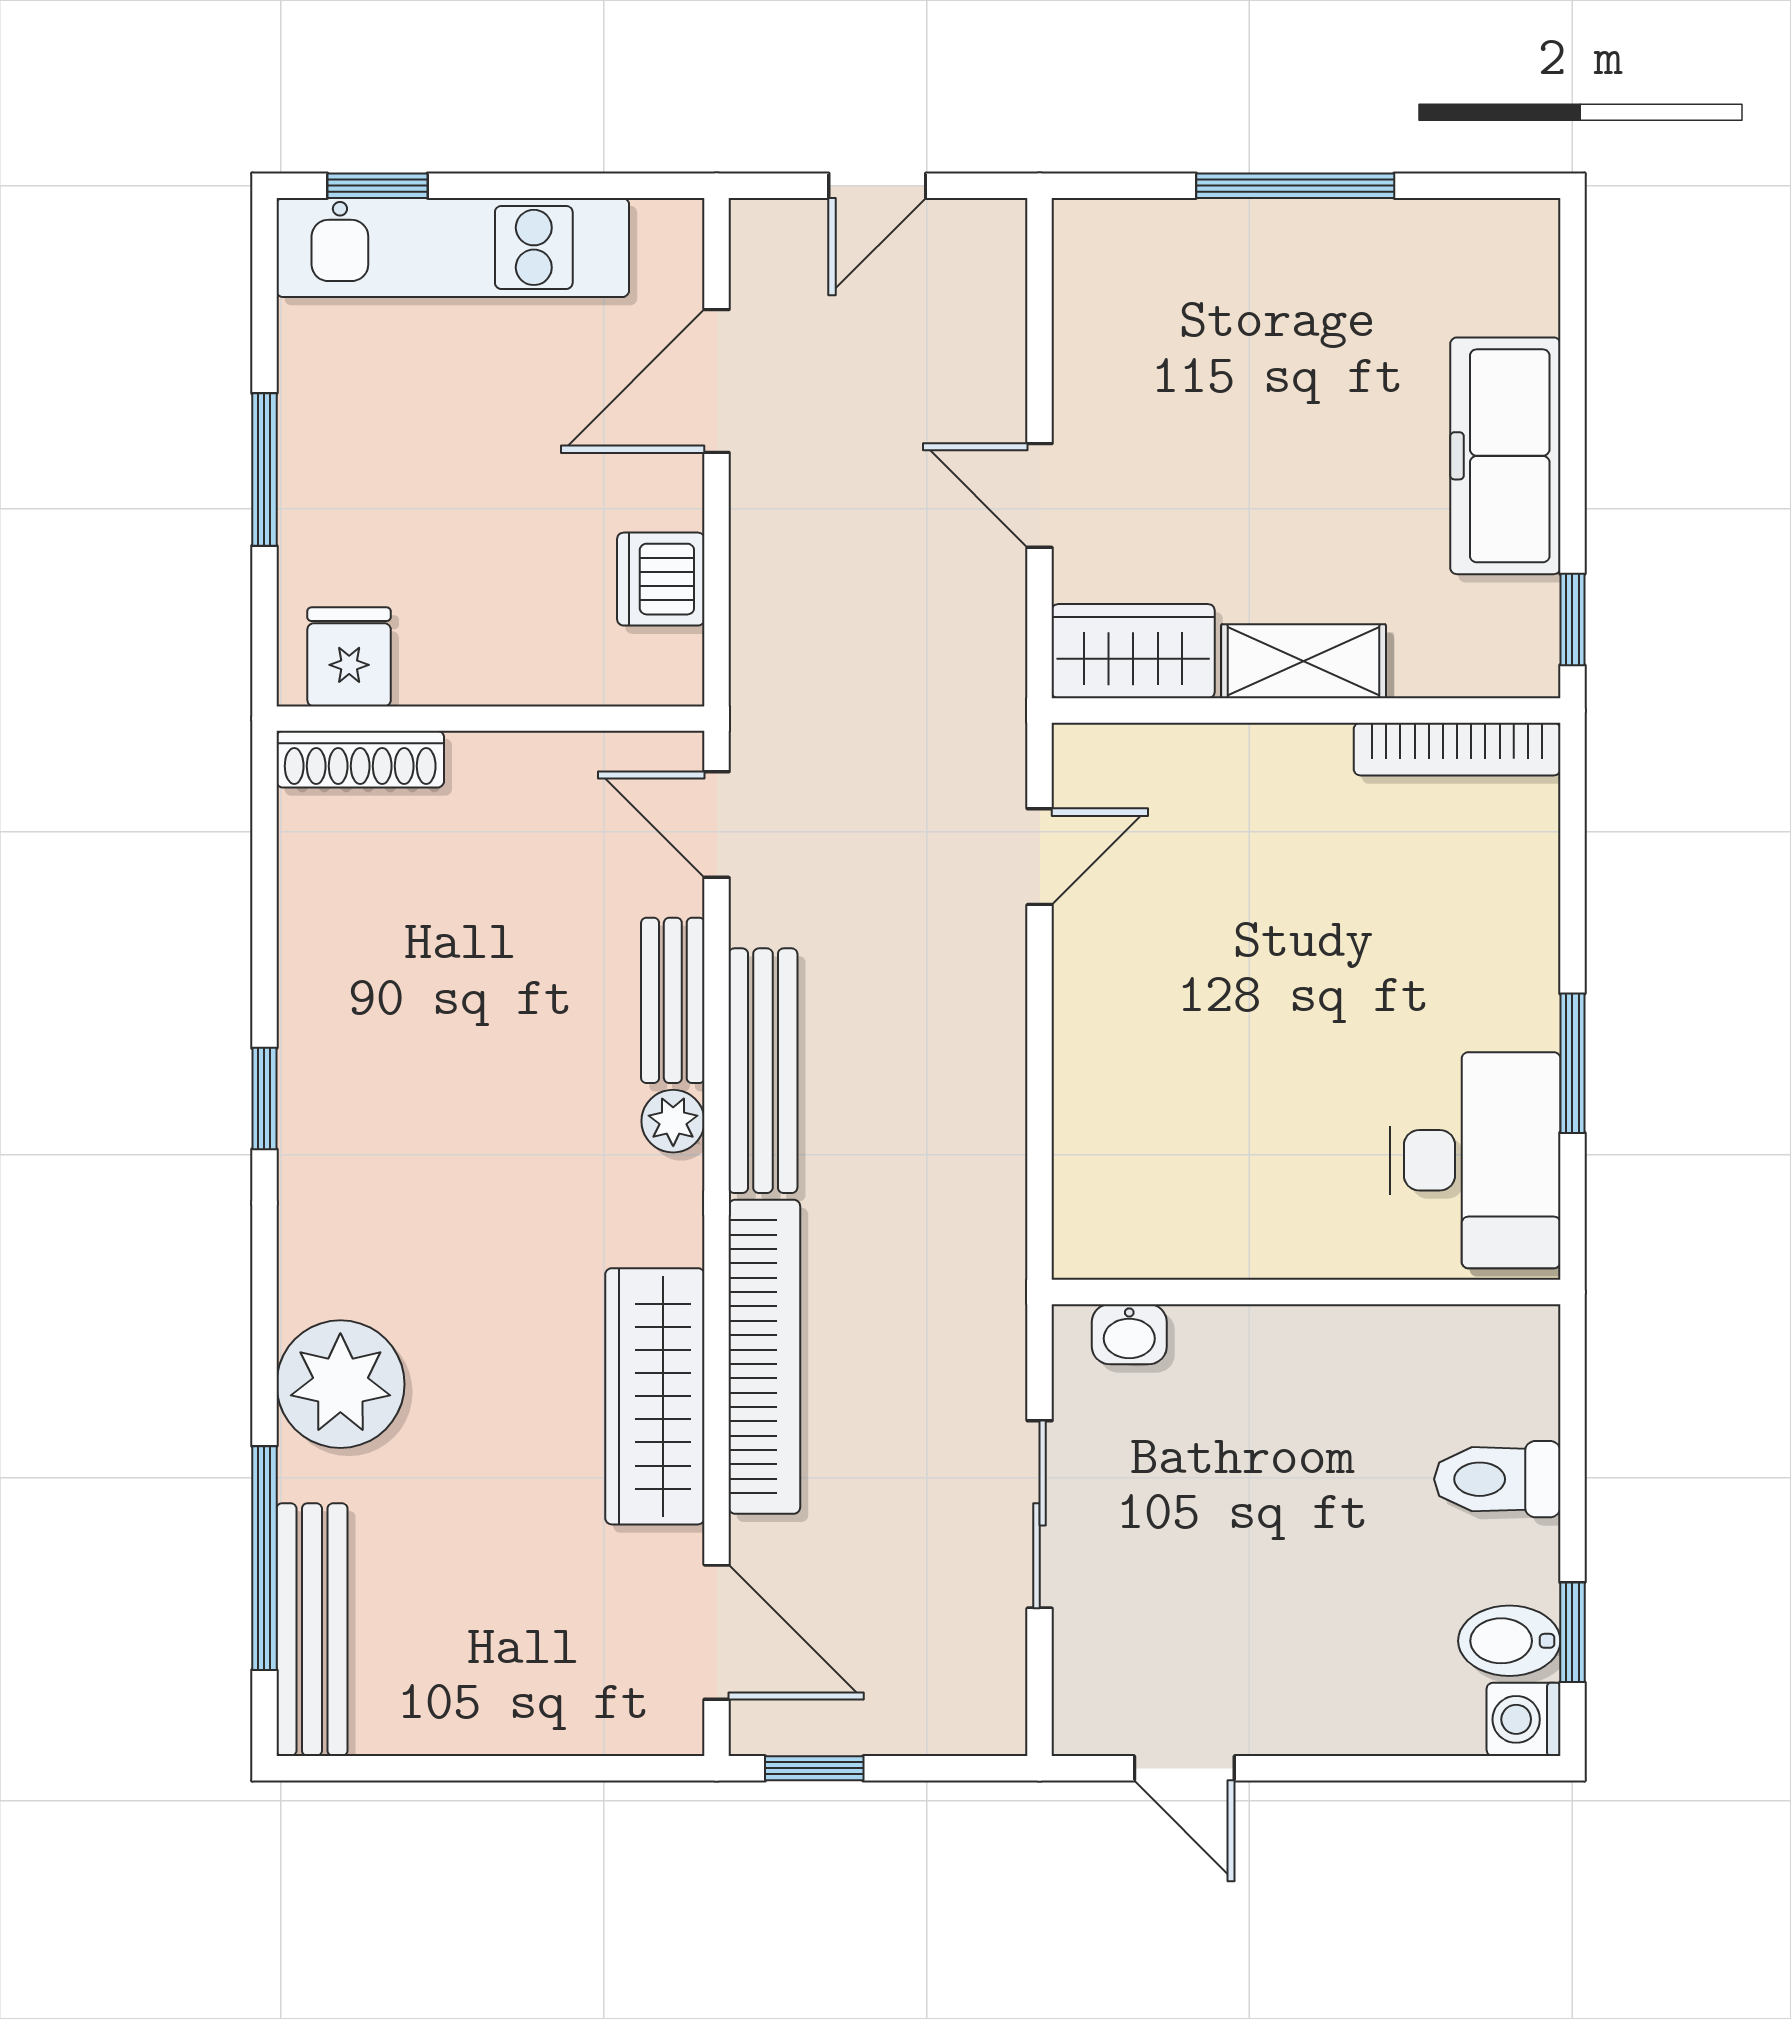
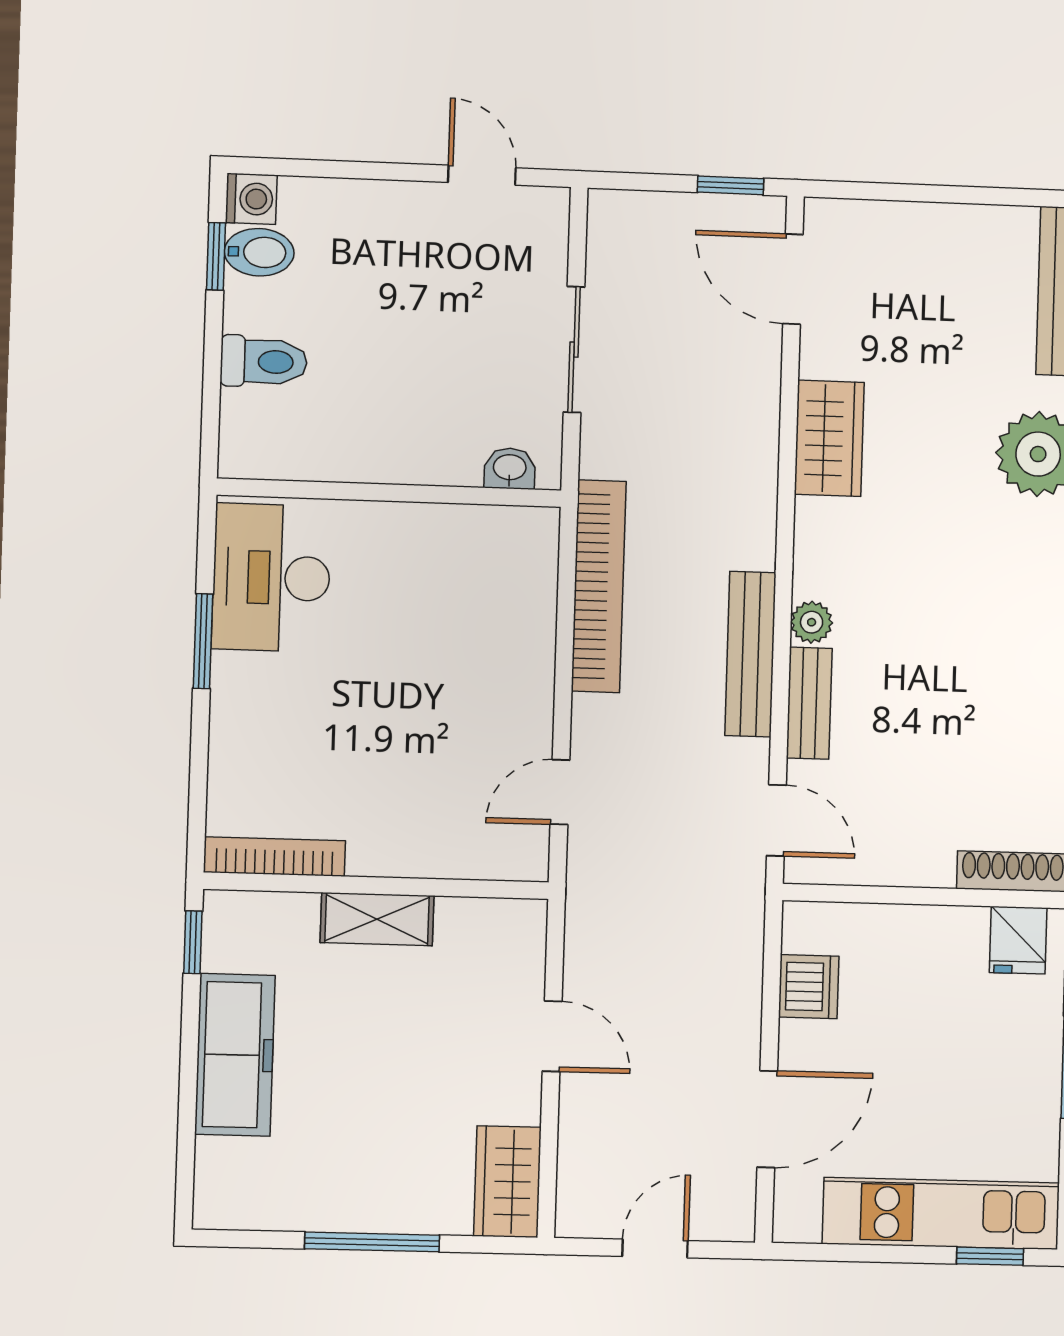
wardrobe: (1133, 651) -> (507, 1182), moved, turned 90
bookcase: (764, 1357) -> (599, 586), moved, turned 180
wardrobe: (655, 1396) -> (829, 438), width x0.67

